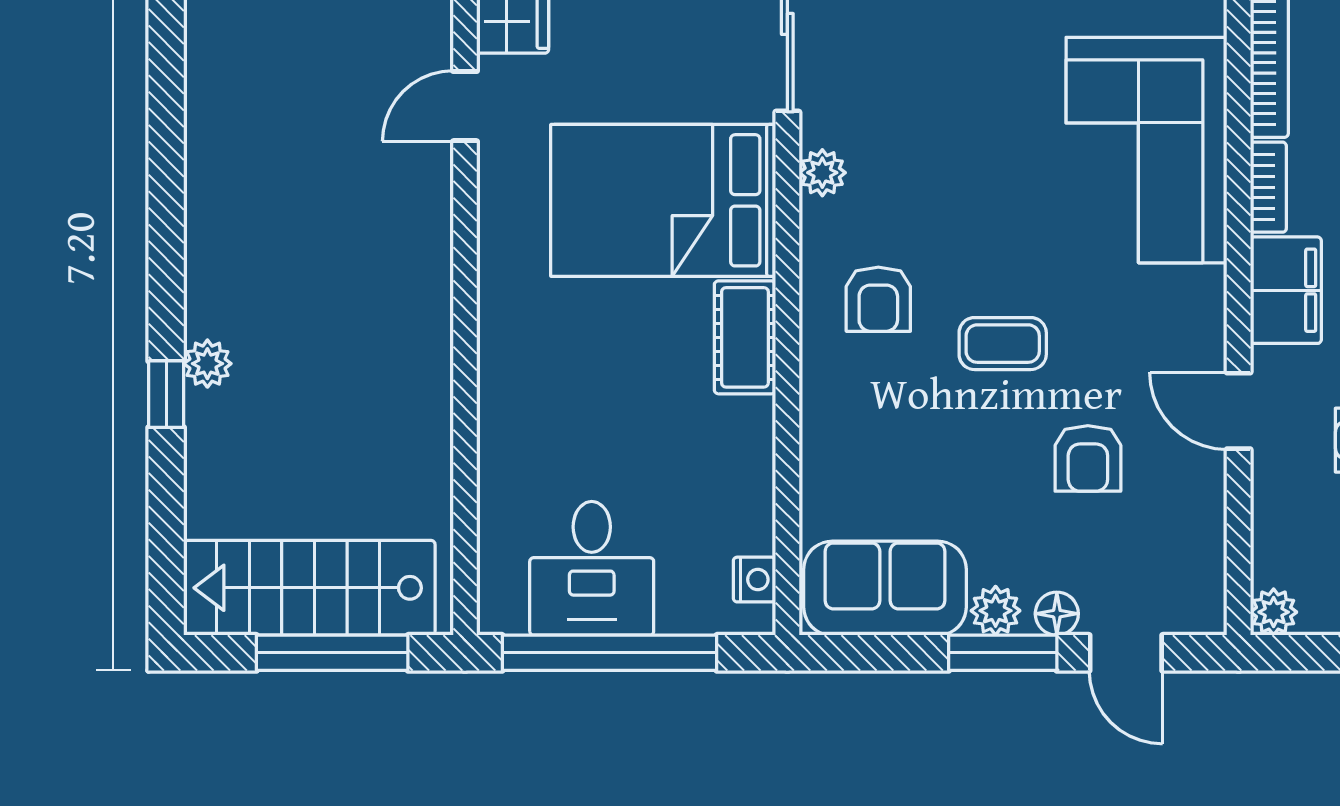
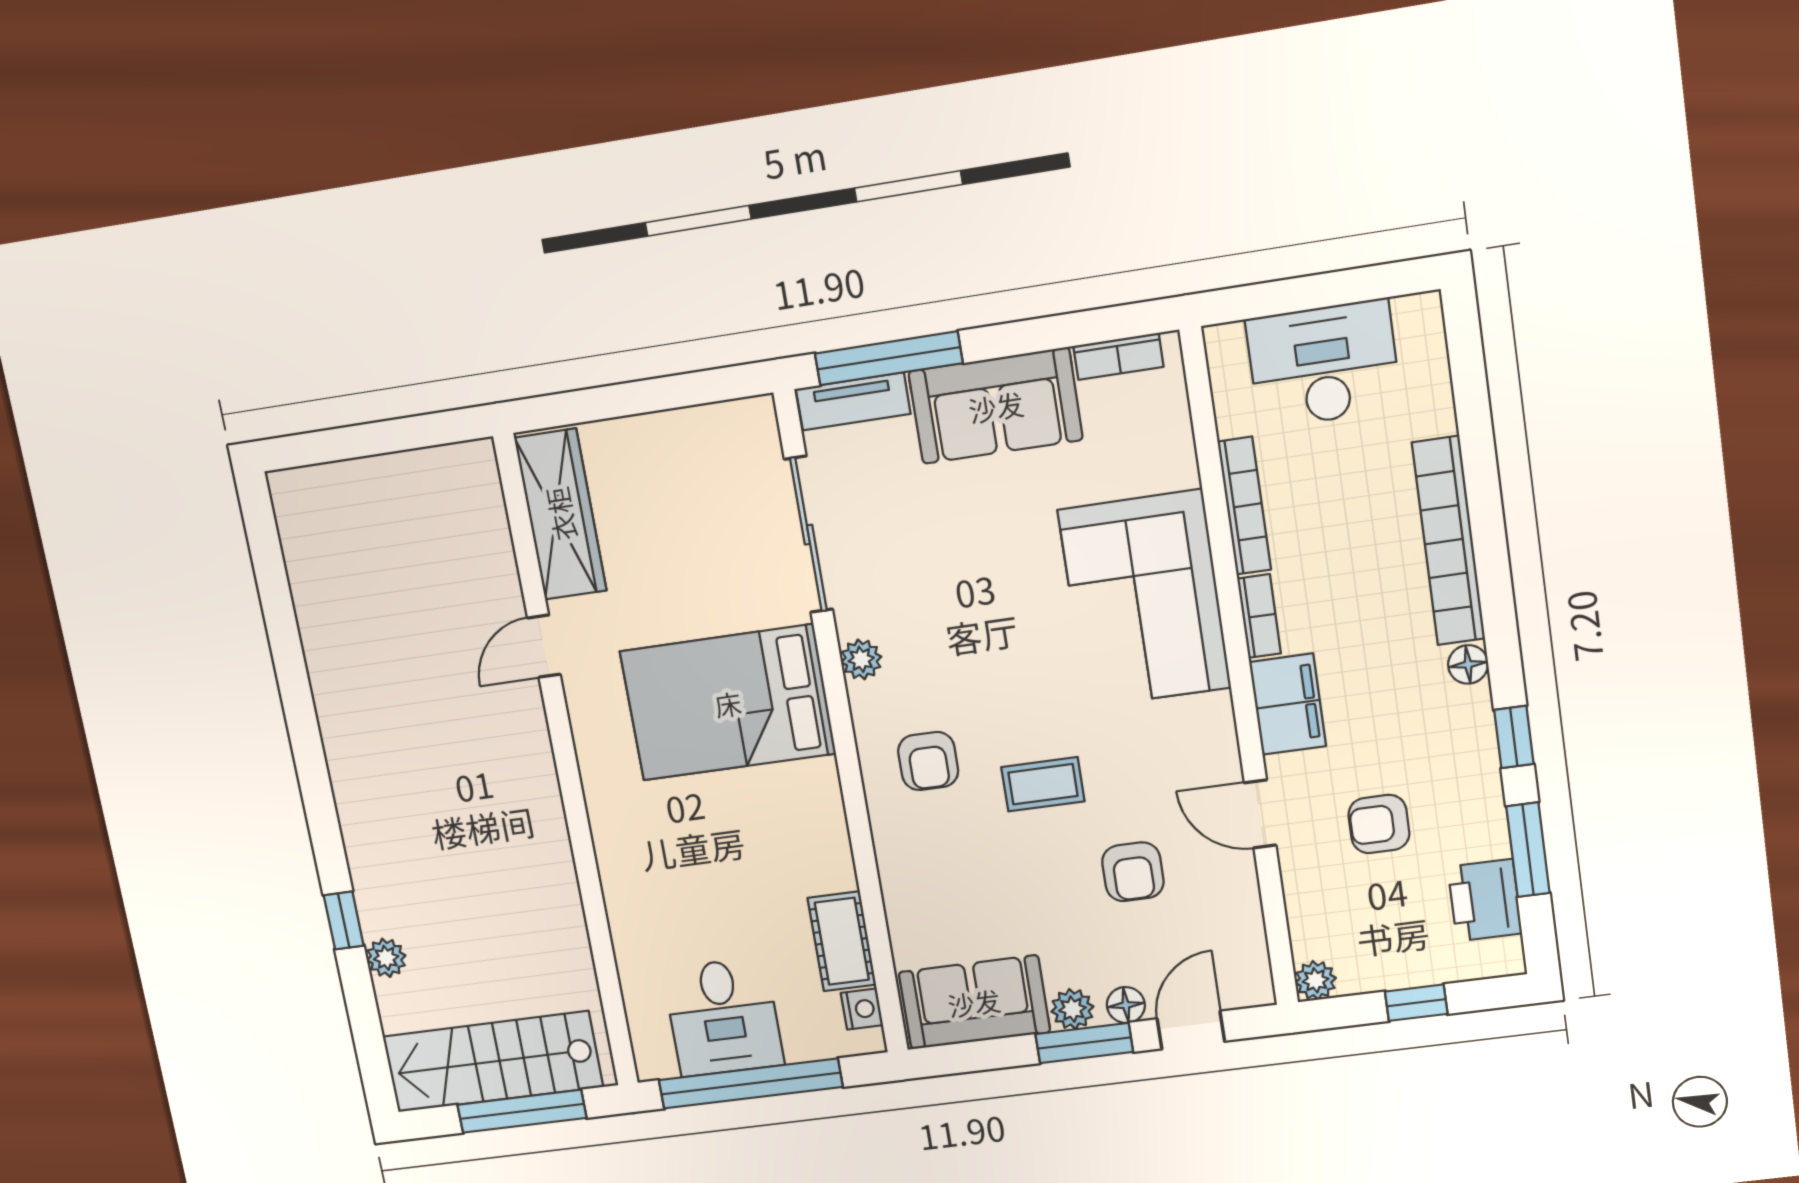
cot: (745, 337) -> (842, 941), moved
plant: (207, 364) -> (386, 958), moved
door: (1126, 653) -> (1191, 1030), swing flipped

